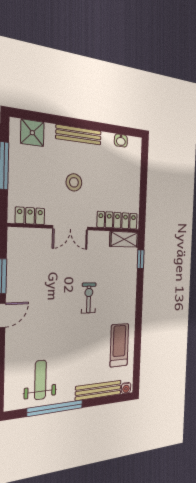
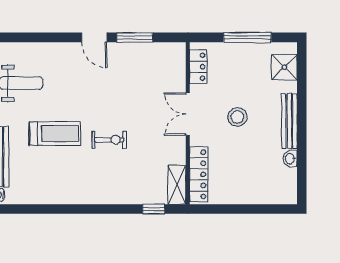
washbasin: (121, 141) -> (290, 159), moved
treadmill: (119, 345) -> (55, 134), moved

